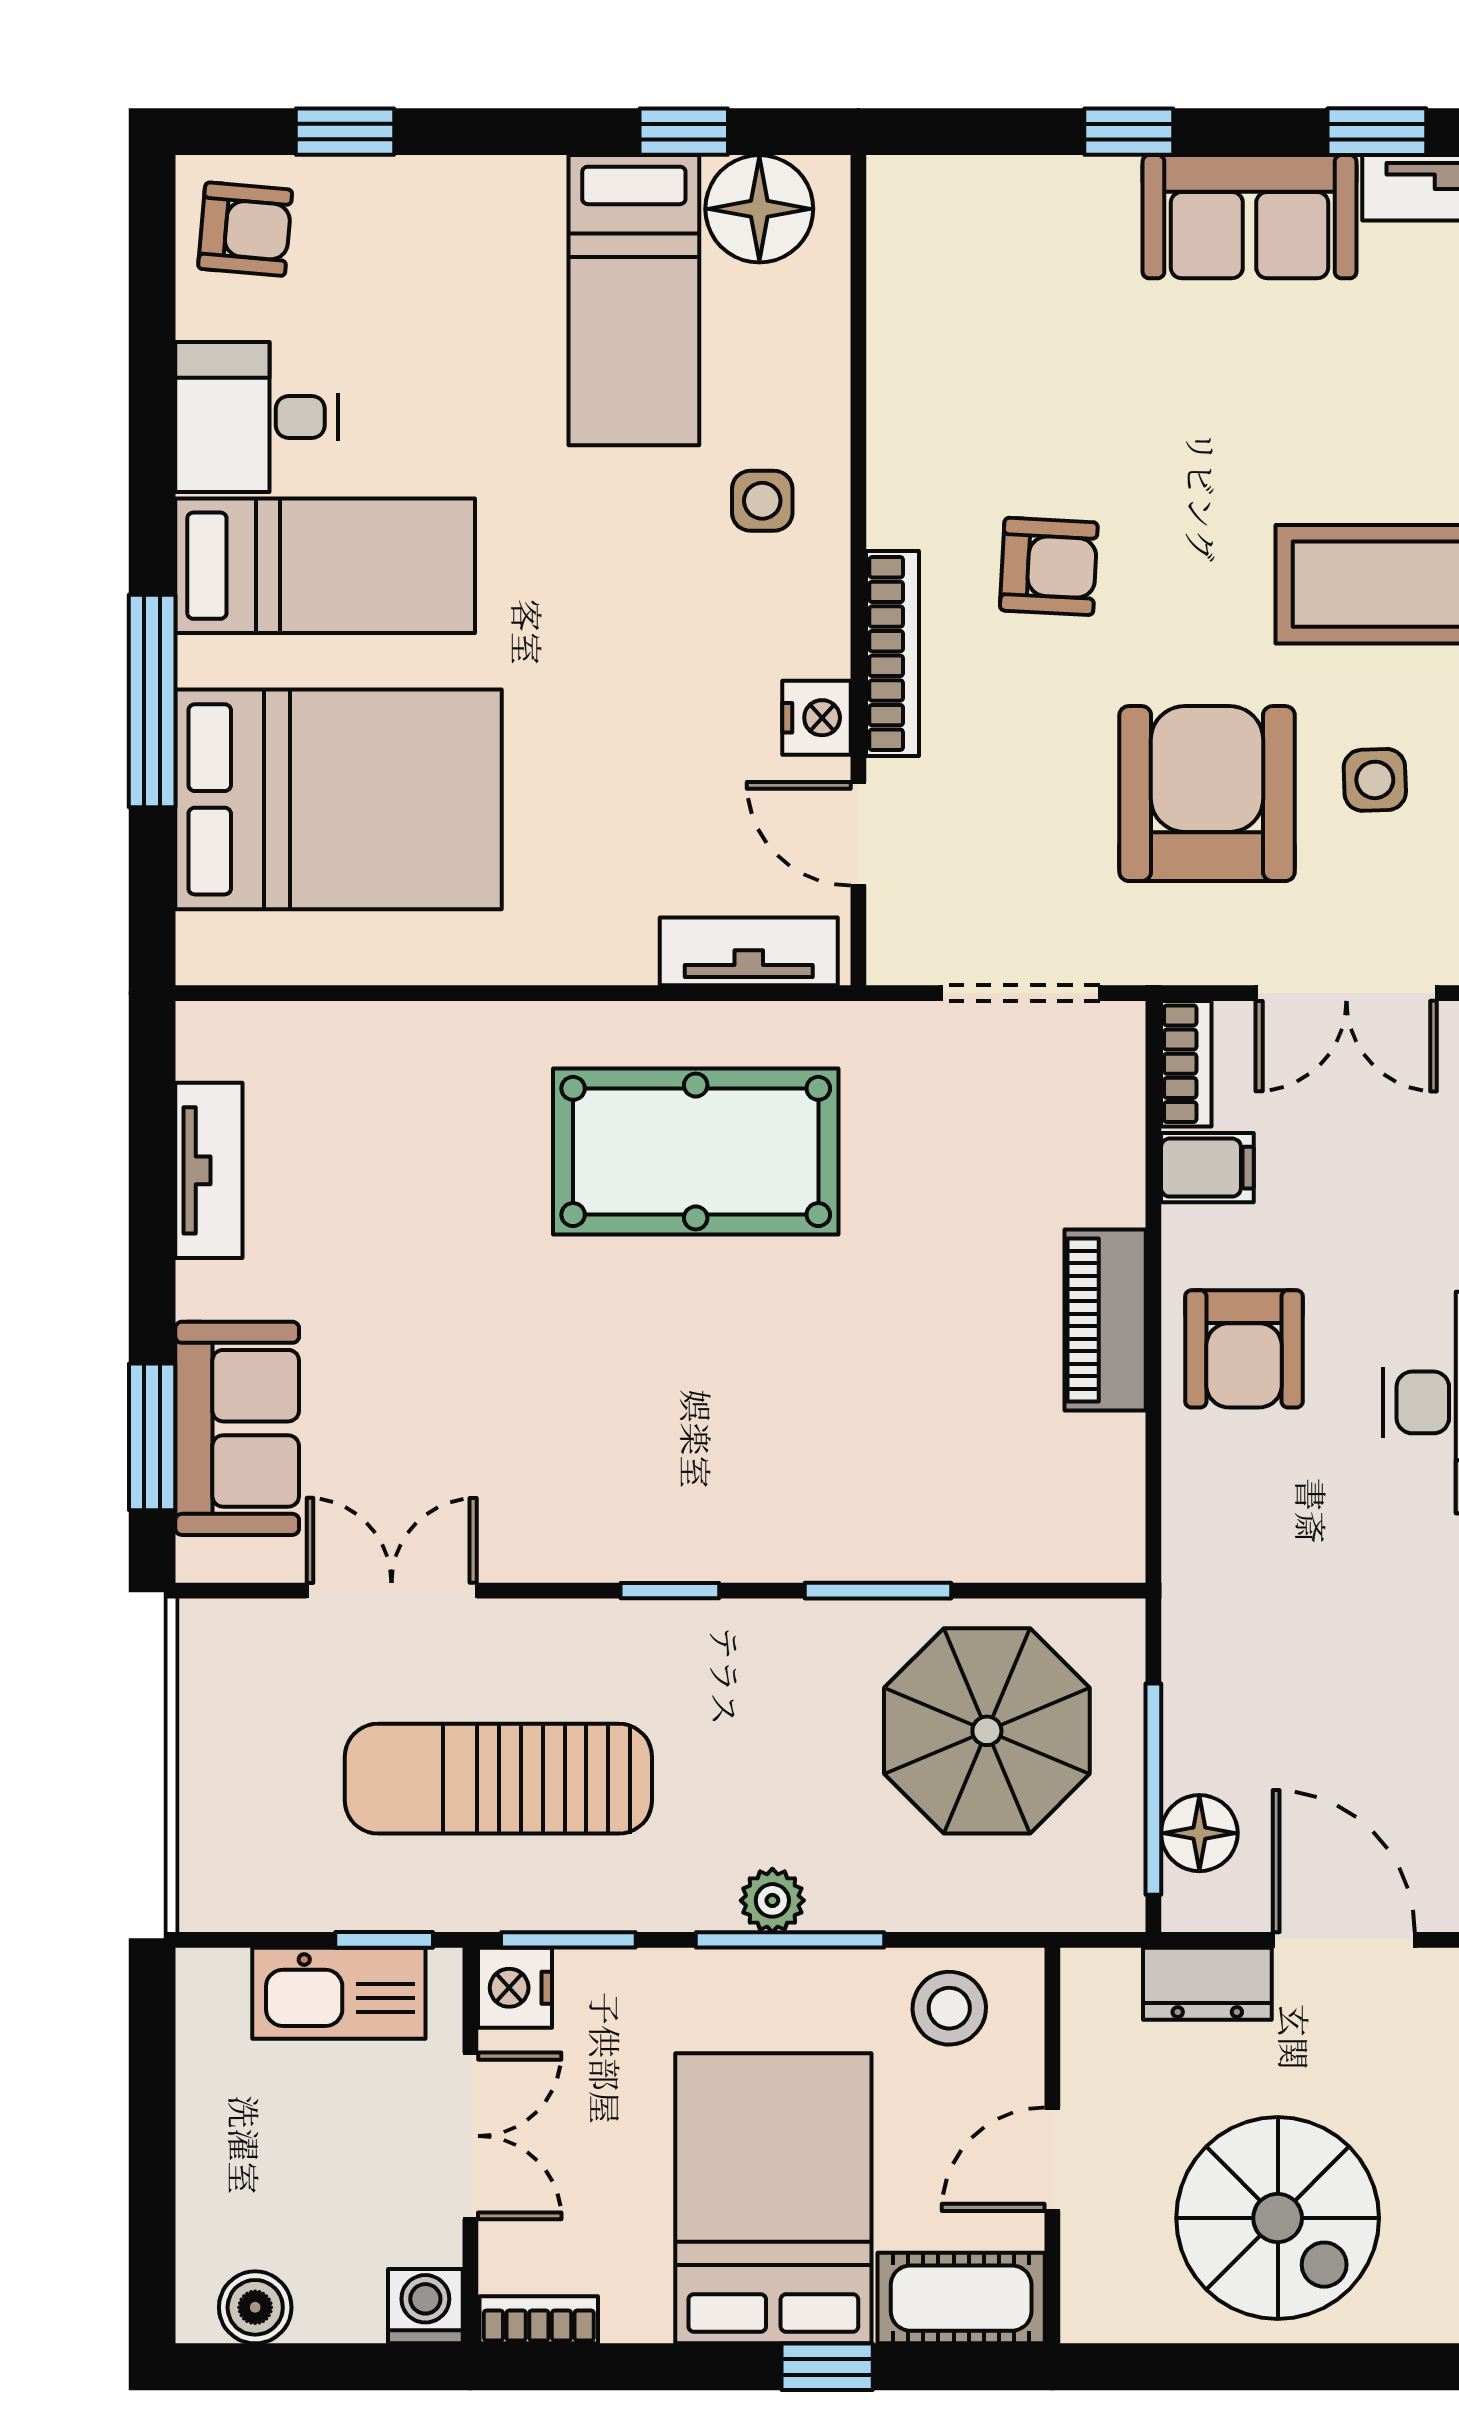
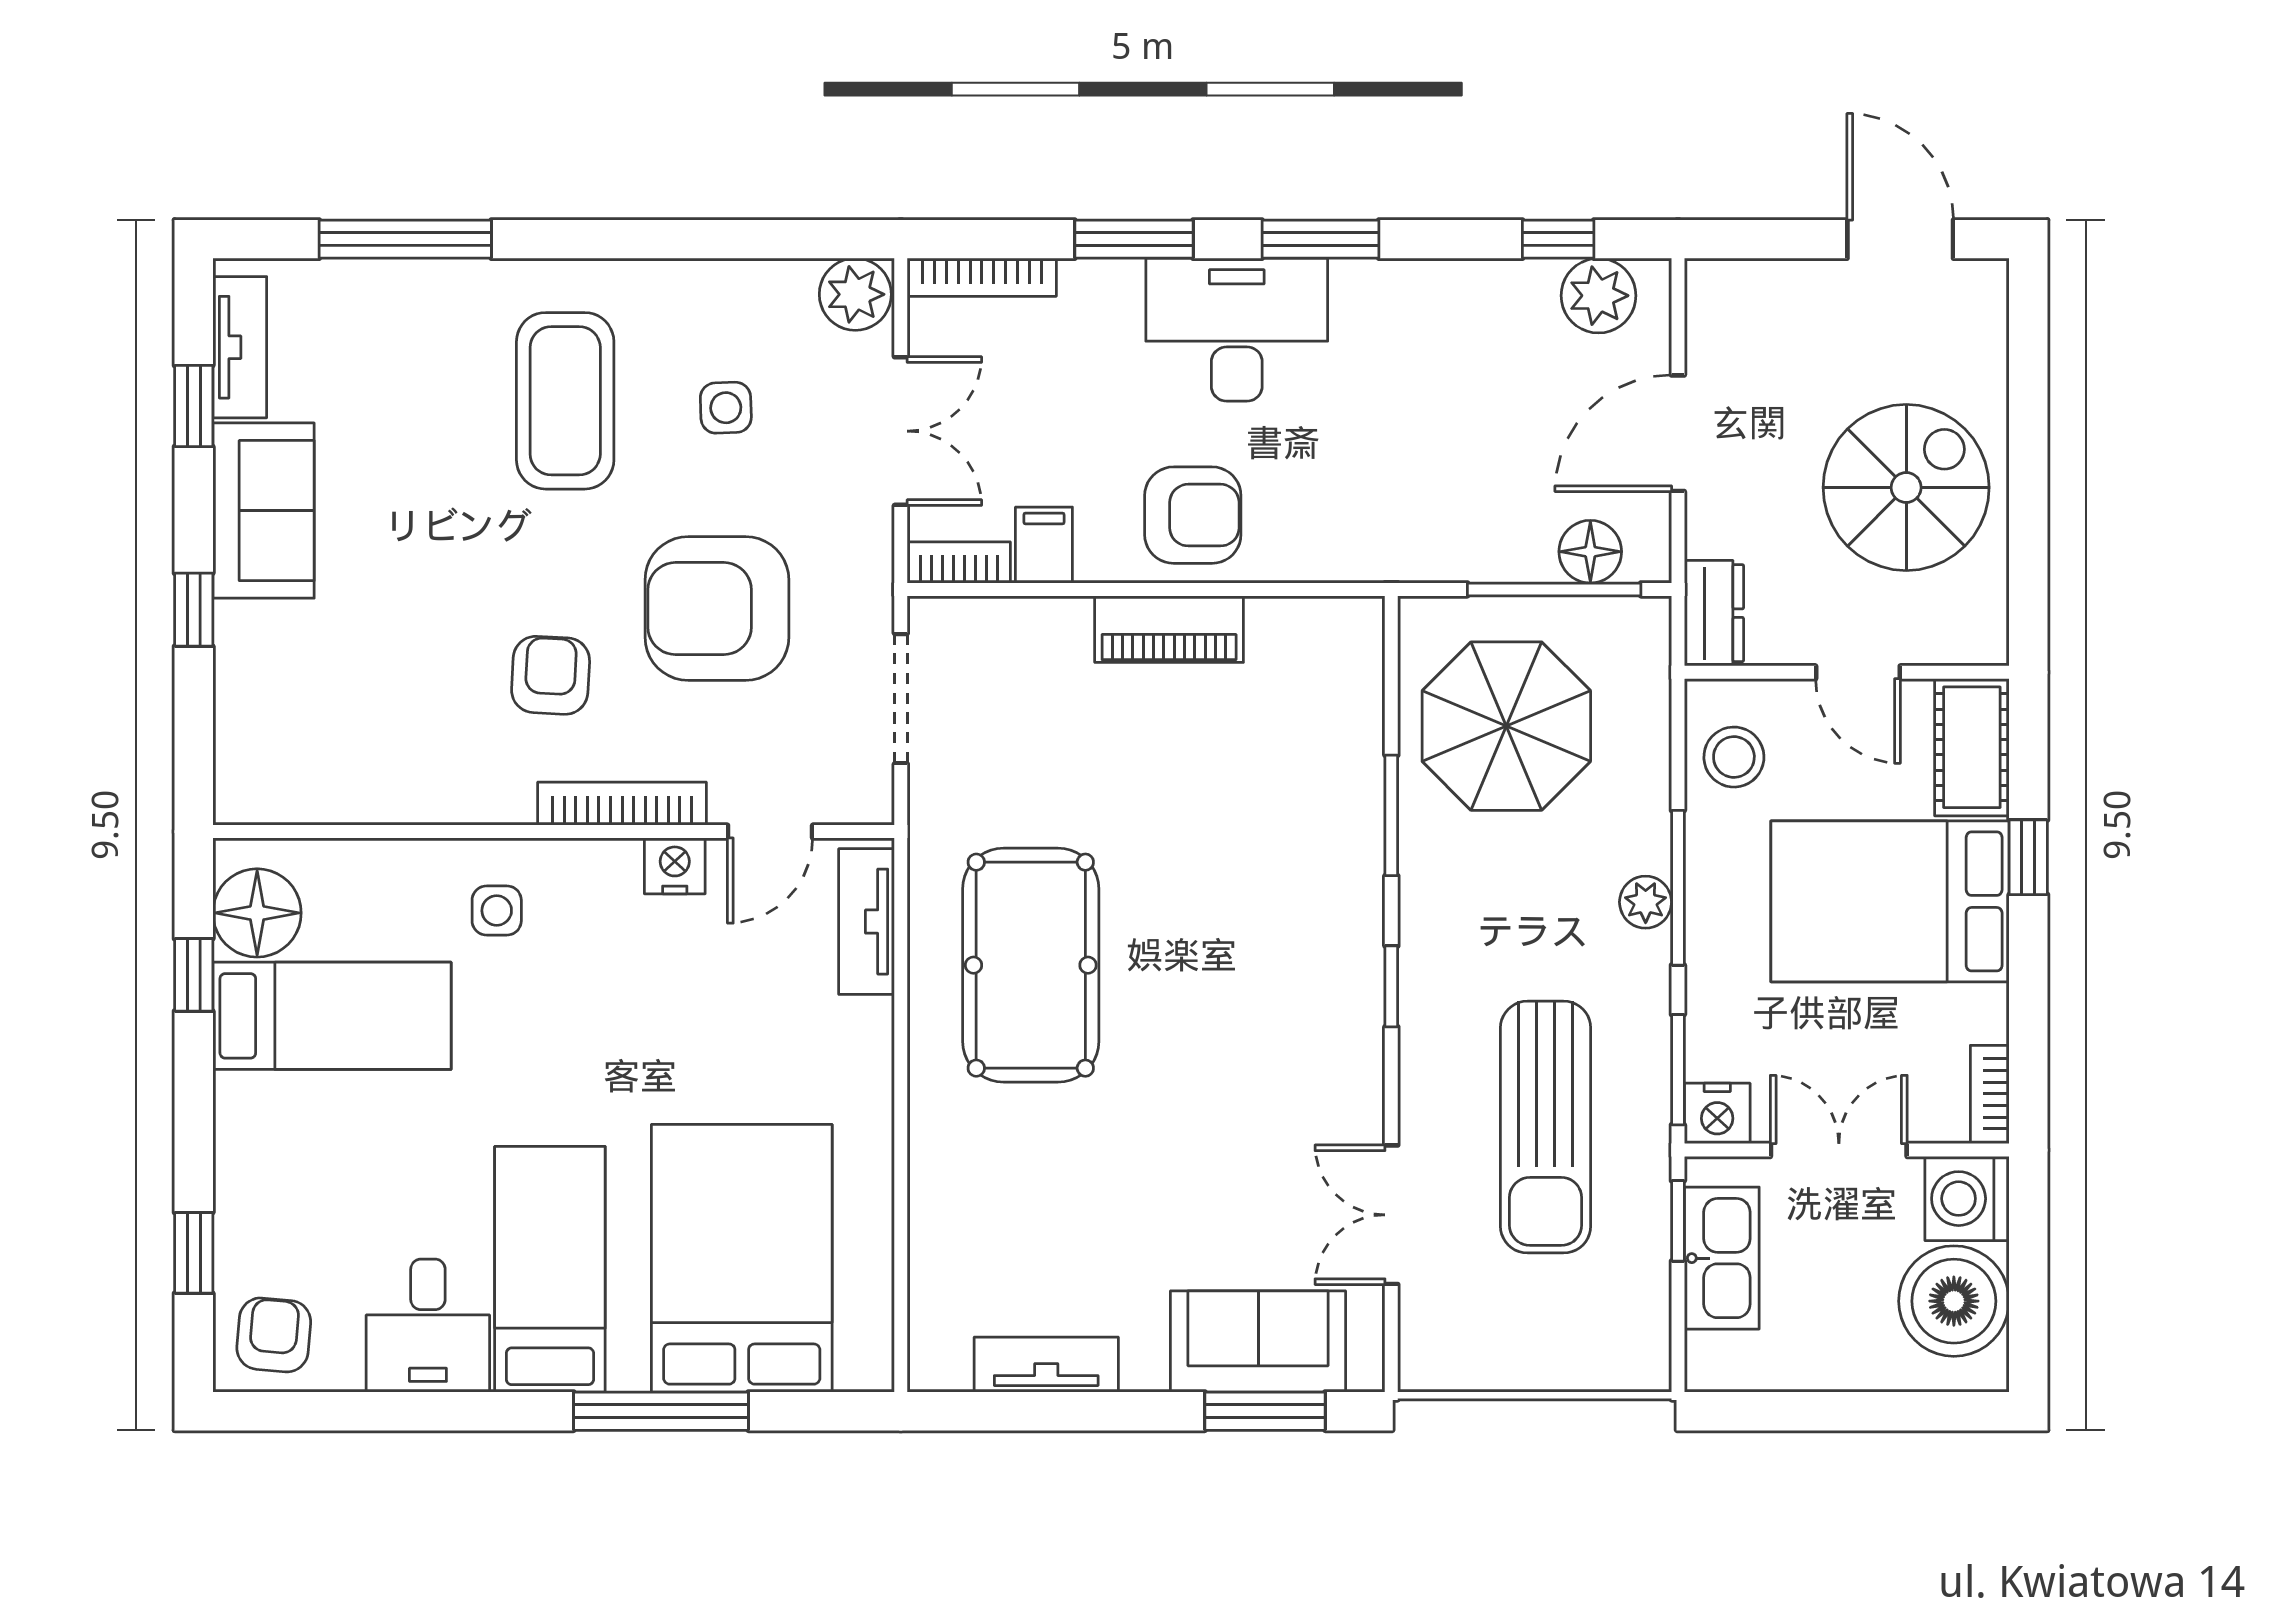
armchair: (1207, 794) -> (717, 609), moved
dresser: (1207, 1984) -> (1714, 613), moved
washing machine: (425, 2306) -> (1967, 1199), width x1.38, depth x1.38
boiler: (255, 2307) -> (1954, 1301), width x1.86, depth x1.86

